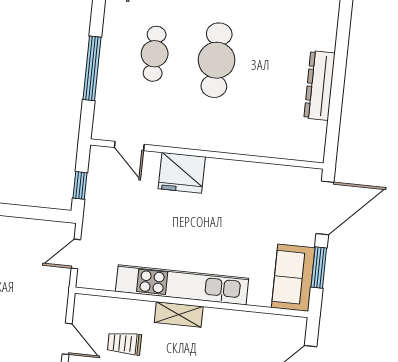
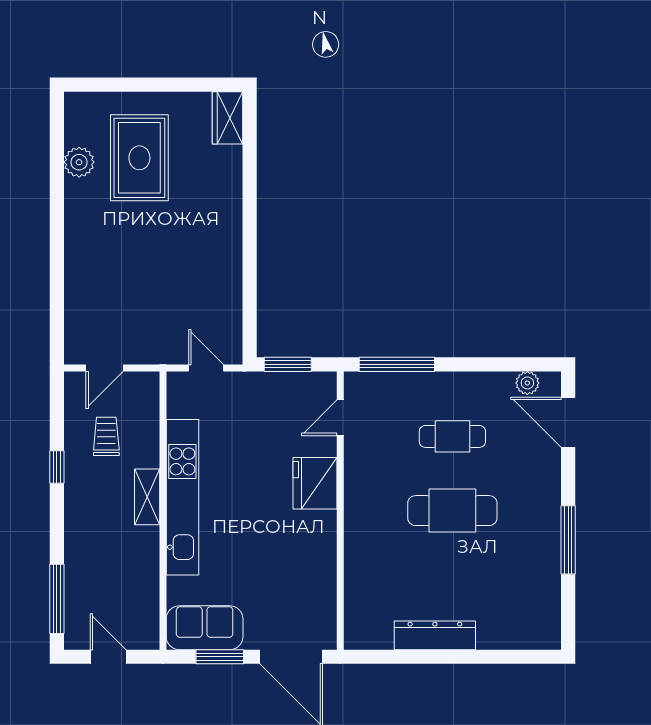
window: (92, 68) -> (397, 364), moved
window: (80, 185) -> (288, 364), width x1.50

